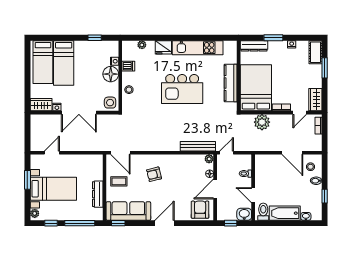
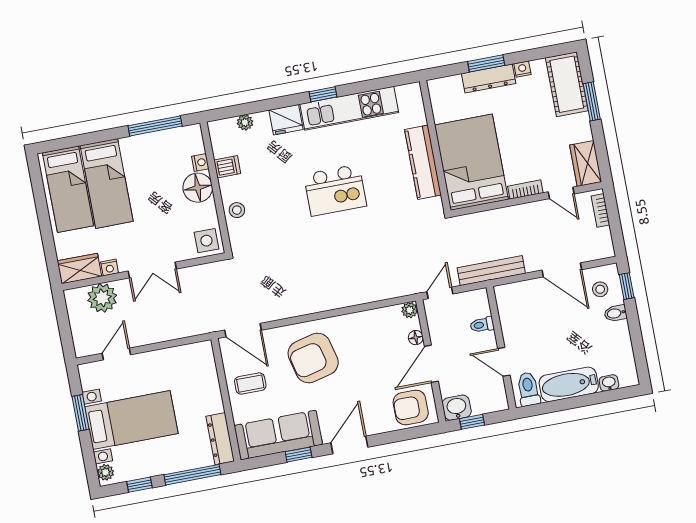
window: (95, 38) -> (155, 126), width x2.17
window: (185, 38) -> (323, 94), added
dresser: (254, 46) -> (489, 79), moved
cot: (315, 52) -> (567, 84), width x1.37, depth x1.34
kitchen island: (182, 89) -> (335, 190), width x0.73, depth x0.78
double door: (79, 113) -> (152, 270), width x0.73
door: (300, 113) -> (561, 193), hinge flipped
plant: (262, 122) -> (102, 298), moved
bench: (198, 146) -> (491, 271), moved
armchair: (154, 174) -> (313, 358), width x1.88, depth x1.88
dresser: (98, 194) -> (220, 439), moved
window: (325, 196) -> (627, 286), moved
armchair: (200, 210) -> (411, 407), turned -90
washbasin: (244, 214) -> (457, 408), moved
window: (118, 223) -> (299, 455), moved

